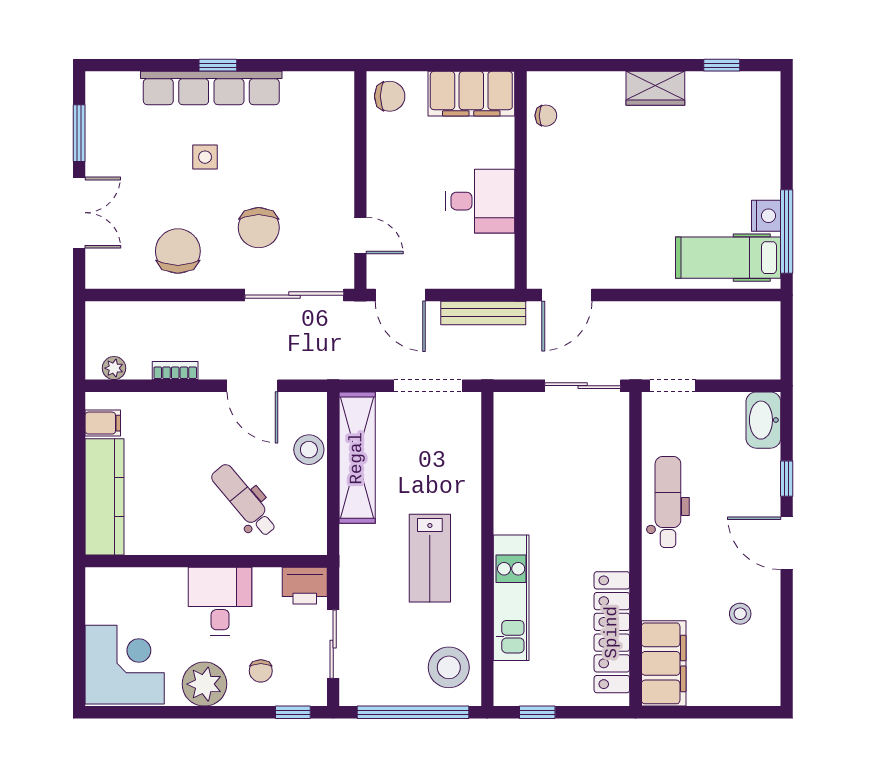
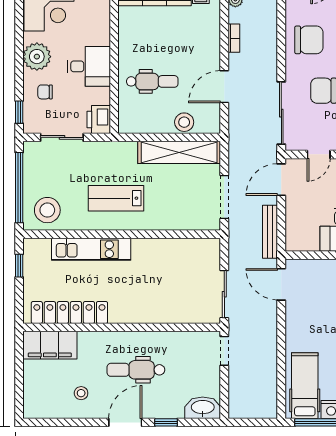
dental chair: (244, 500) -> (152, 81), turned 40
dental chair: (668, 502) -> (136, 370), moved, turned 180

